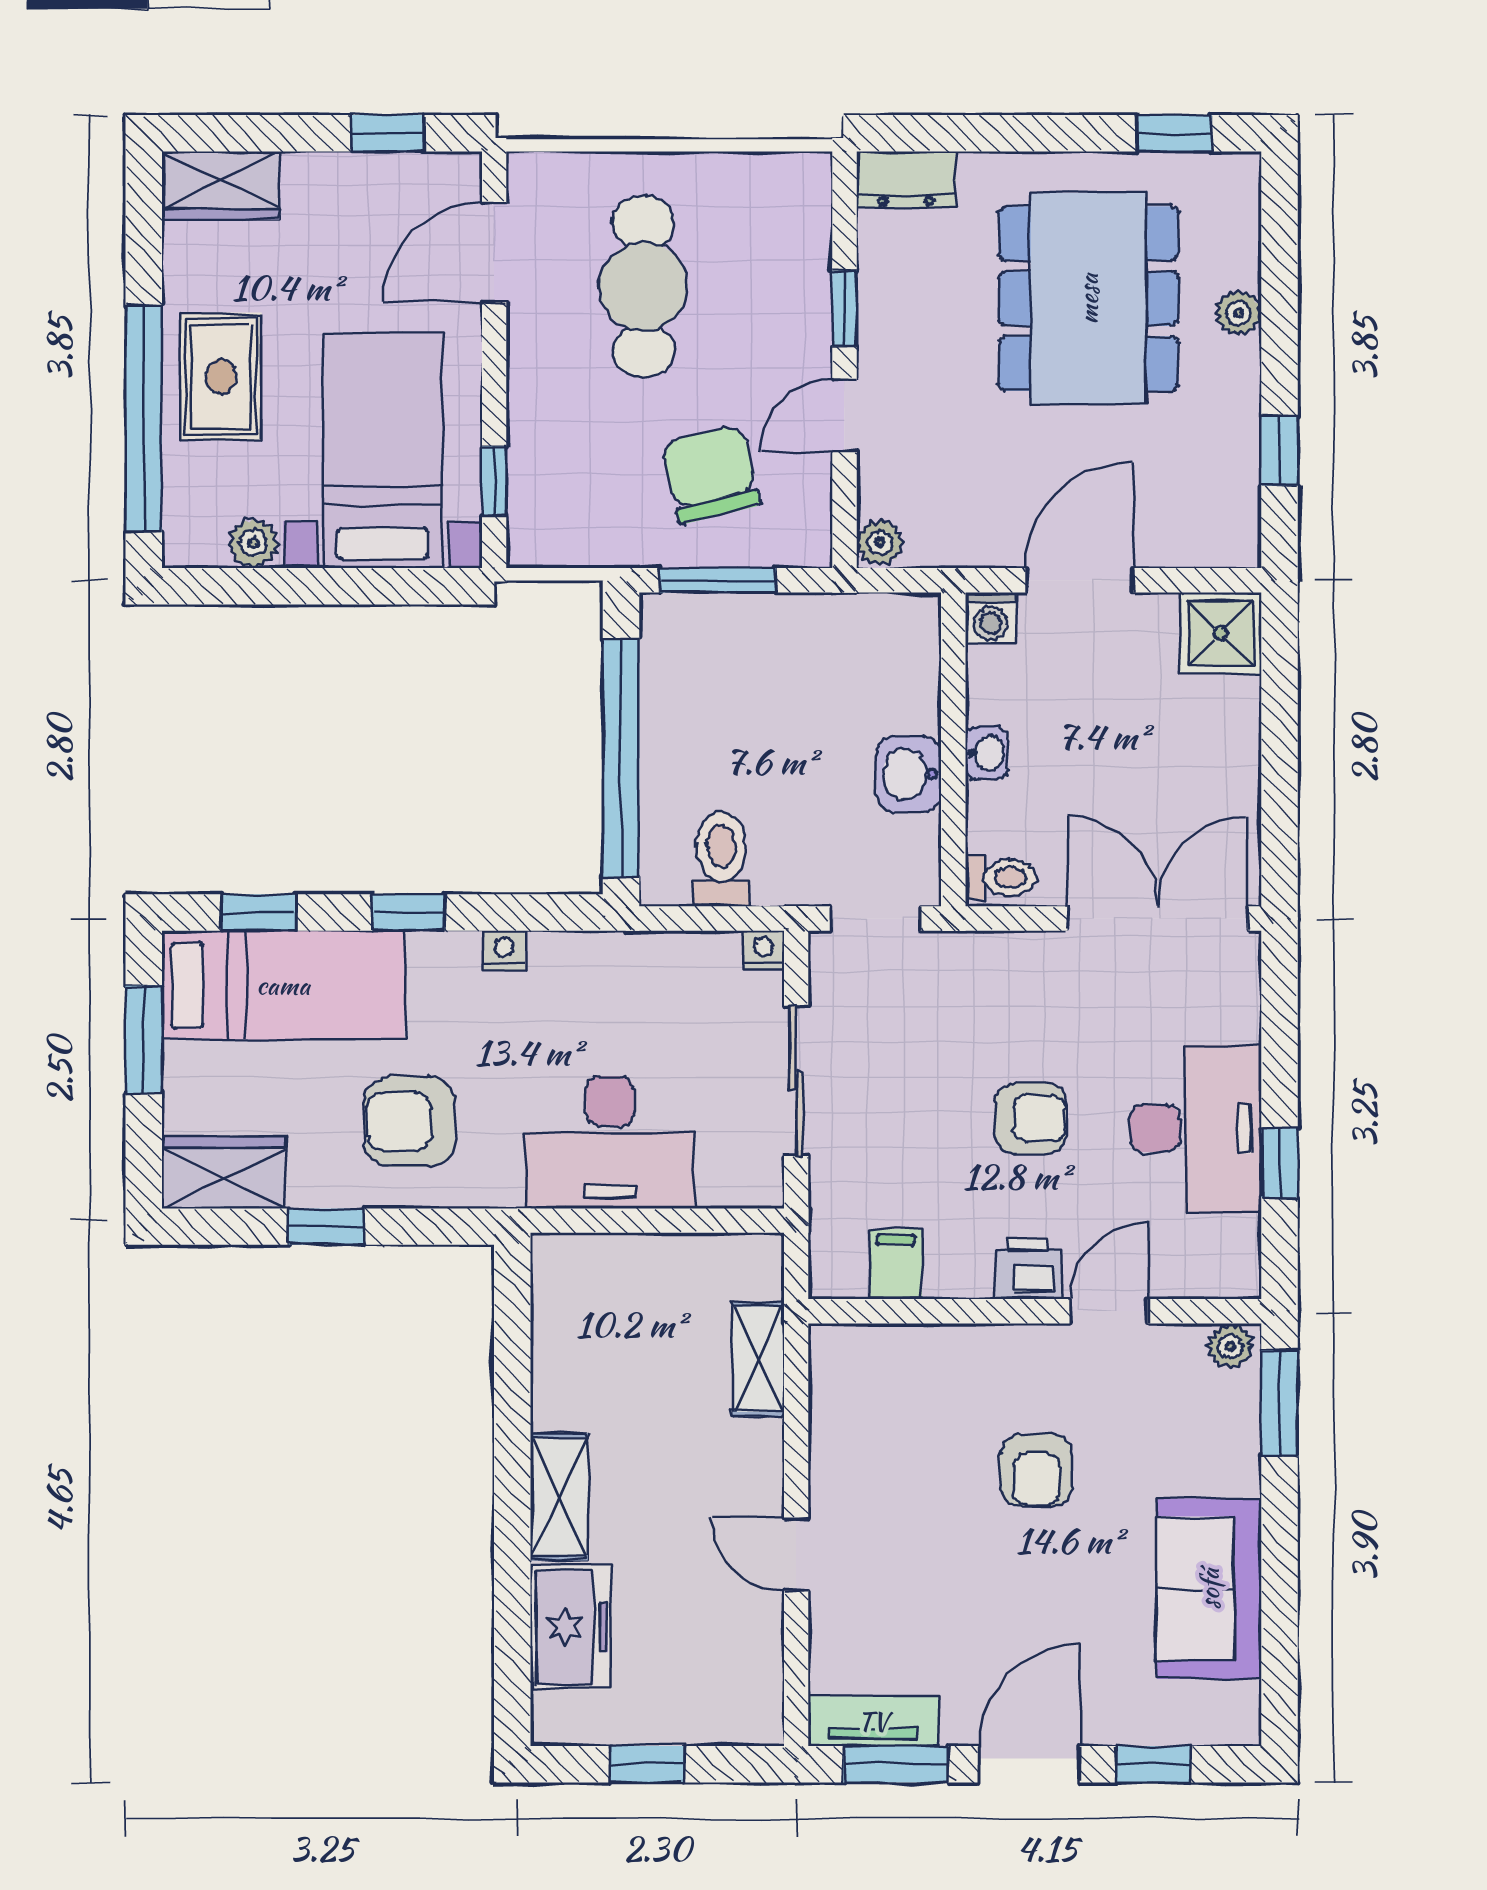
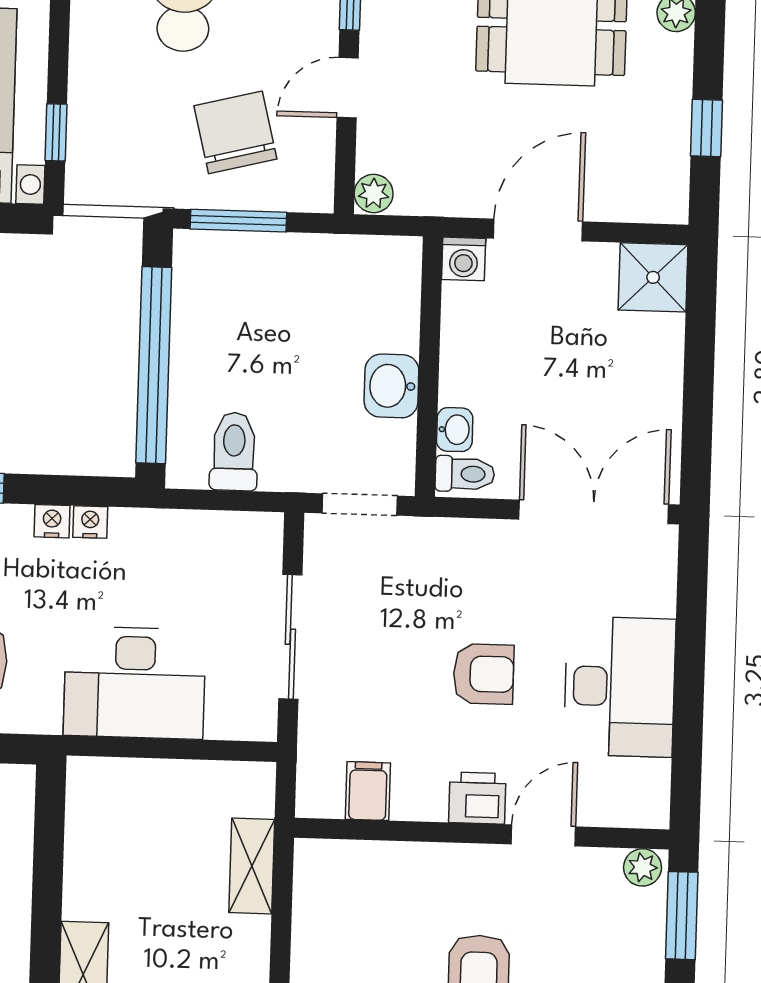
washbasin: (987, 753) -> (455, 430), moved
nightstand: (764, 950) -> (90, 522), moved
window: (1279, 1163) -> (688, 717), removed

